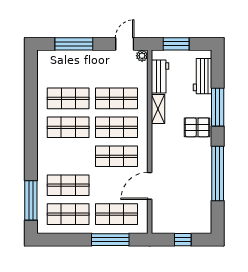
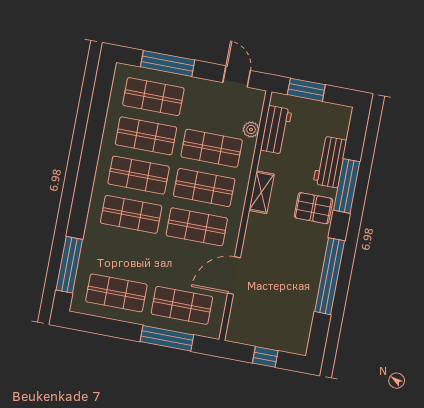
door: (125, 44) -> (237, 76), hinge flipped
plant: (142, 56) -> (251, 129), moved
shop shelf: (68, 69) -> (153, 97), added
workbench: (203, 76) -> (330, 162), moved
shelving: (158, 109) -> (262, 192), moved
shop shelf: (68, 185) -> (131, 214), moved

